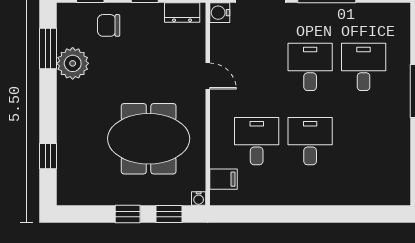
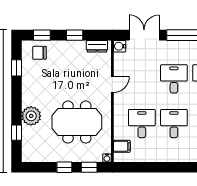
chair: (109, 25) -> (40, 53), moved
window: (48, 49) -> (16, 68), width x0.67
plant: (73, 63) -> (31, 116), moved
door: (208, 76) -> (112, 84), hinge flipped

